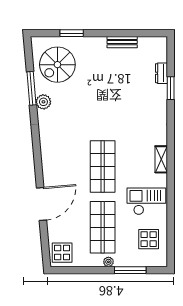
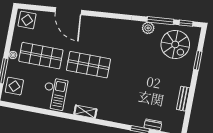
window: (29, 56) -> (186, 23), added
spiral stairs: (57, 65) -> (175, 44), turned 180
display table: (149, 239) -> (14, 86), moved

